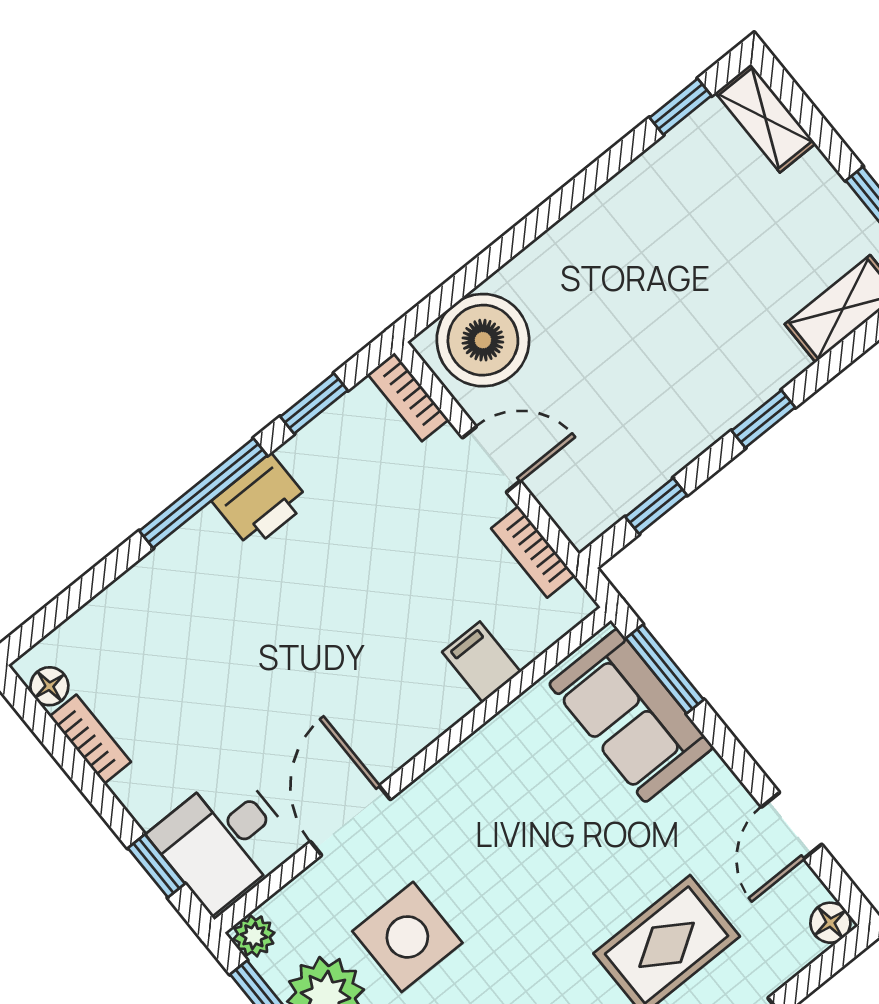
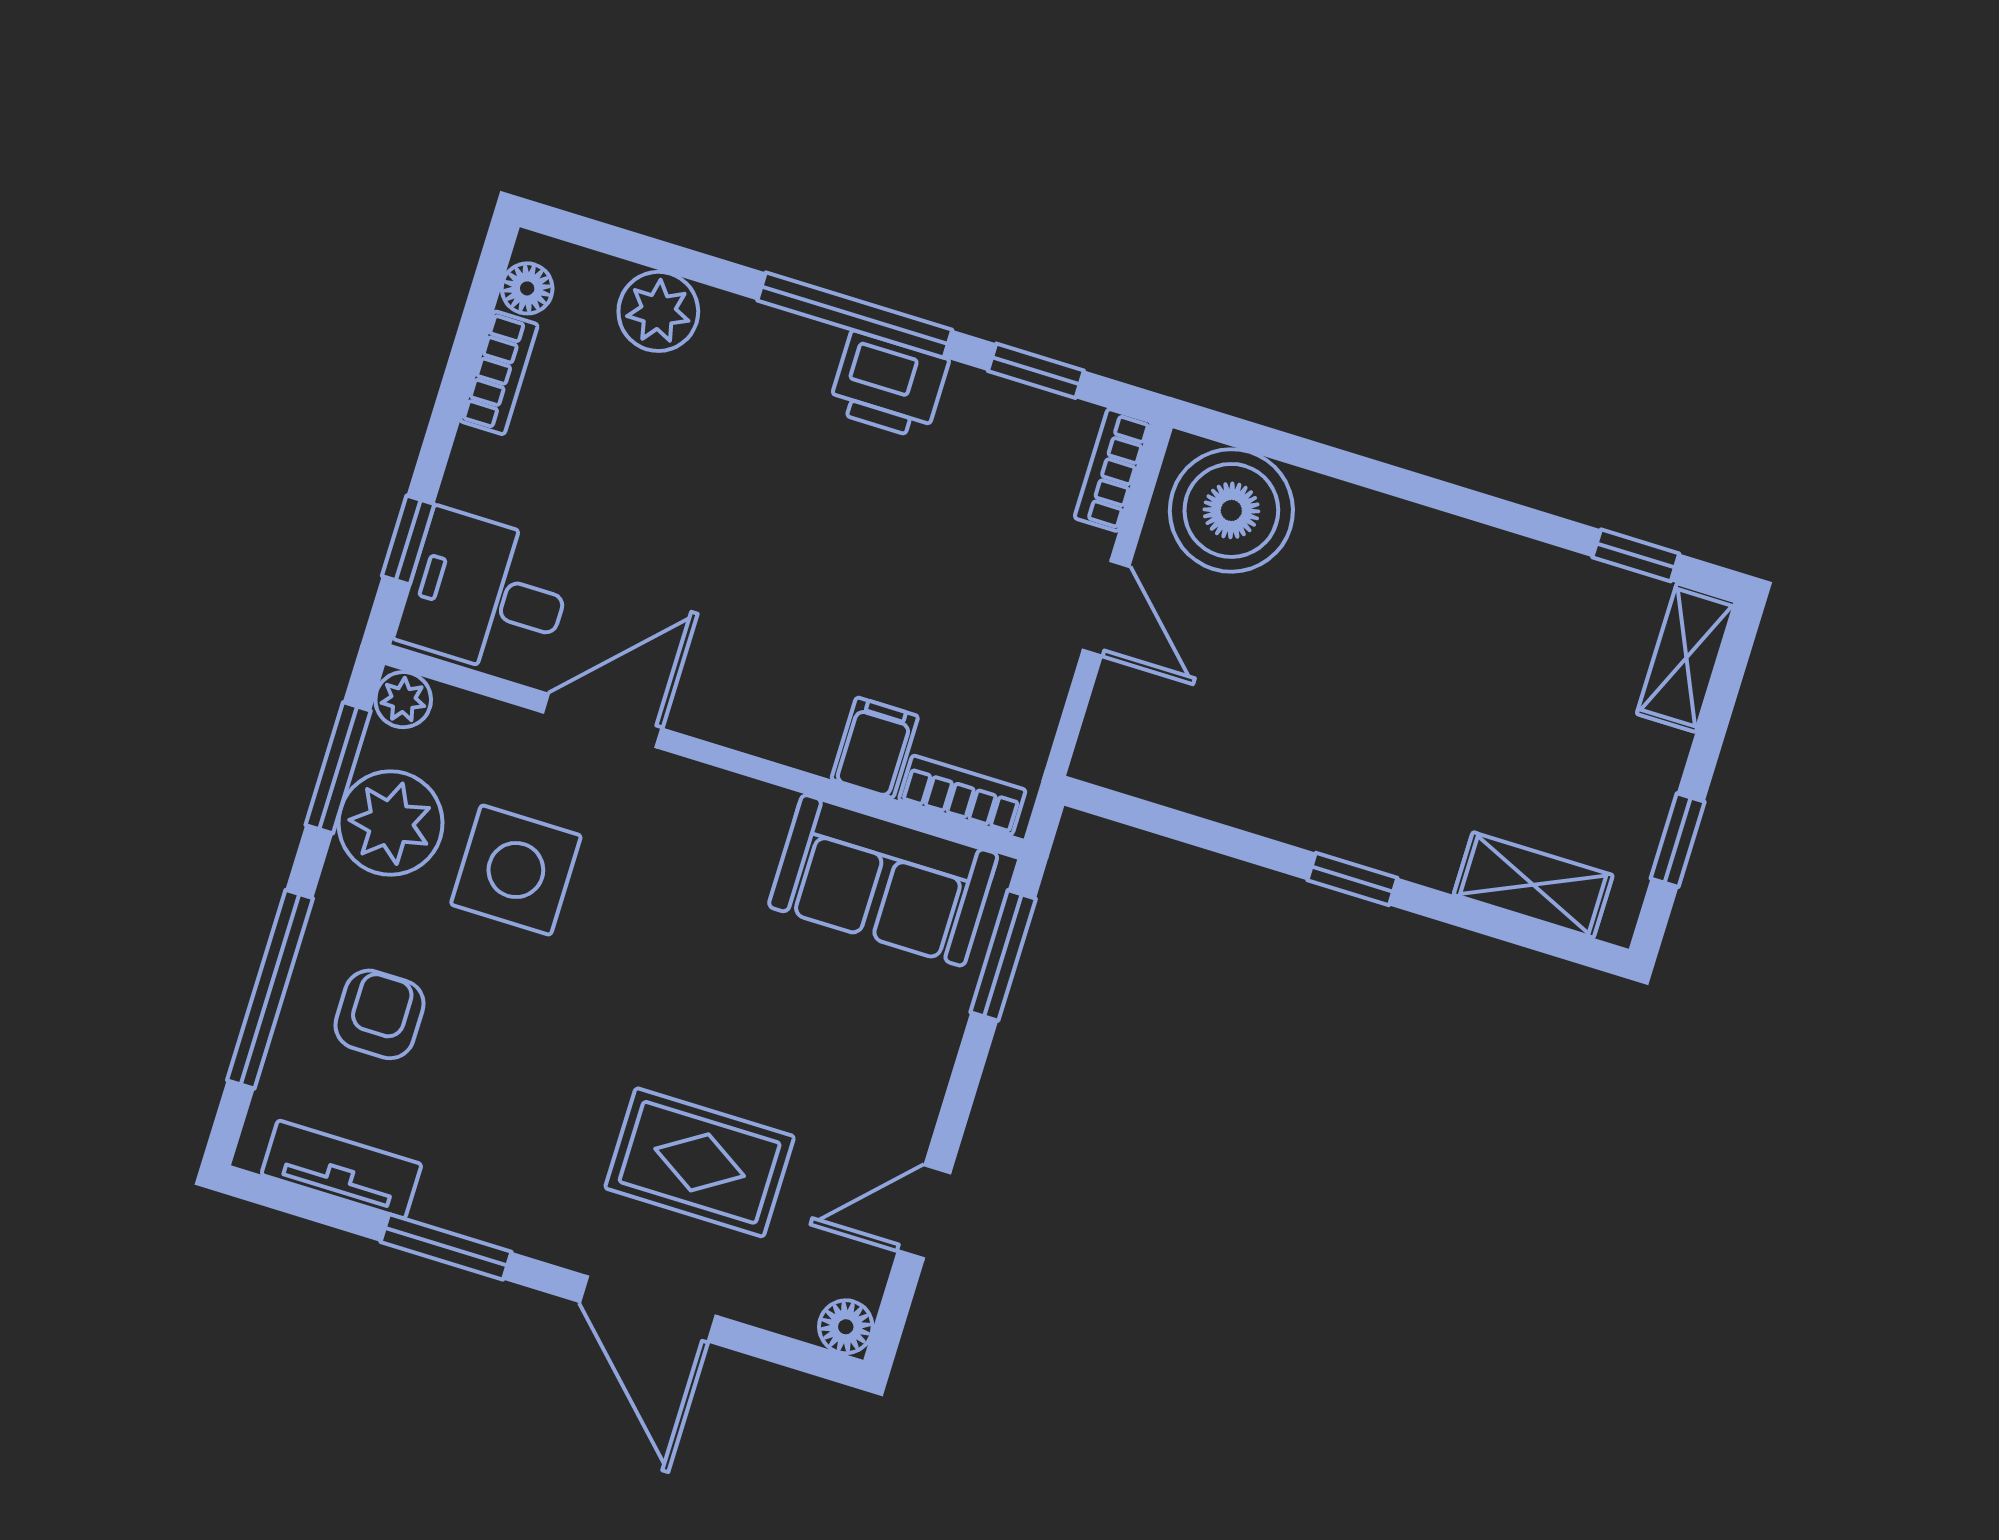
window: (656, 506) -> (1177, 825), removed
bookcase: (533, 552) -> (962, 795), moved, turned 90
plant: (119, 614) -> (658, 311), added
sofa: (631, 715) -> (883, 880), moved, turned -90

